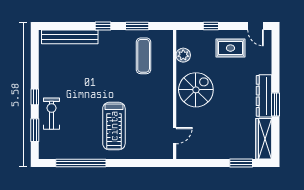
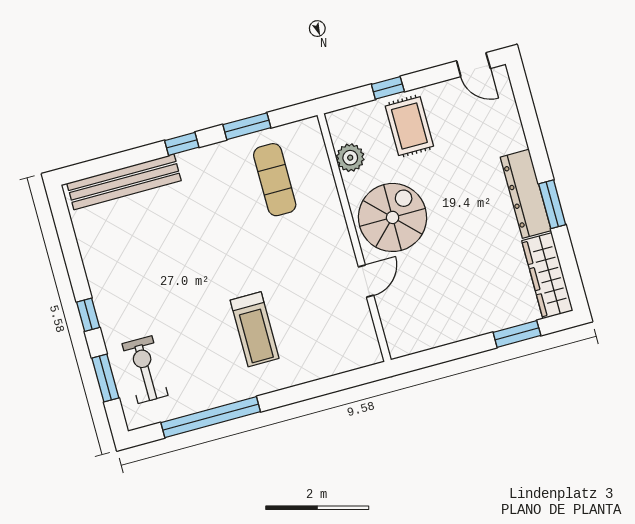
rug: (230, 48) -> (409, 126), moved, turned 90
exercise bike: (52, 114) -> (145, 370), moved
treadmill: (114, 126) -> (255, 329), width x0.73, depth x0.73
door: (175, 136) -> (366, 281), moved

